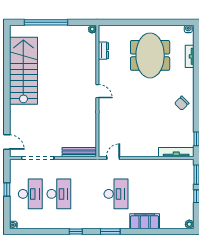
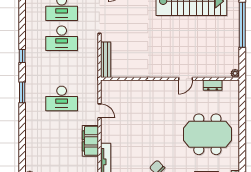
door: (97, 91) -> (185, 79), moved
door: (113, 158) -> (99, 111), moved
filing cabinet: (145, 221) -> (90, 141), moved, turned 180

